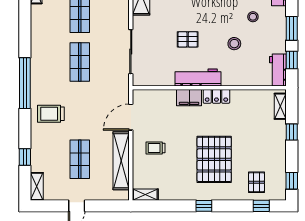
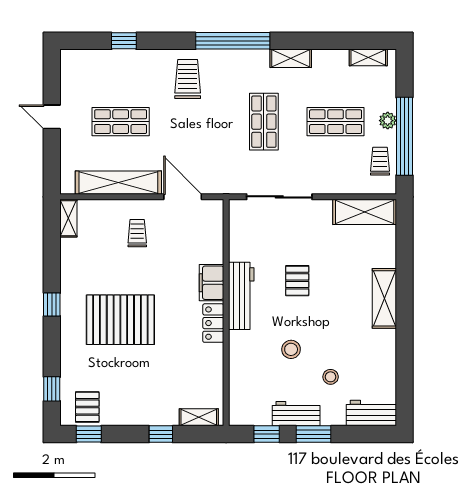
shop shelf: (80, 62) -> (264, 122), turned 90
workbench: (278, 70) -> (296, 414), moved
pallet: (256, 182) -> (87, 407), moved, turned 90
shelving: (37, 186) -> (291, 58), moved

